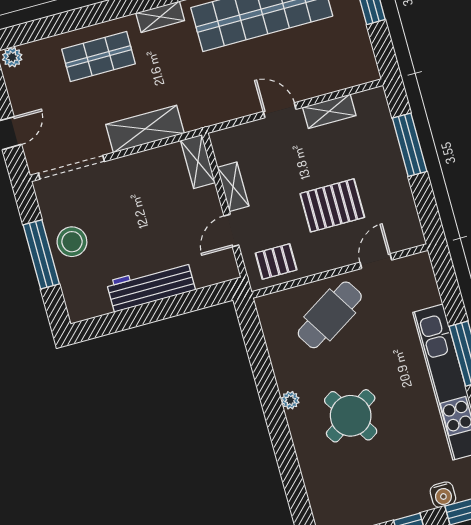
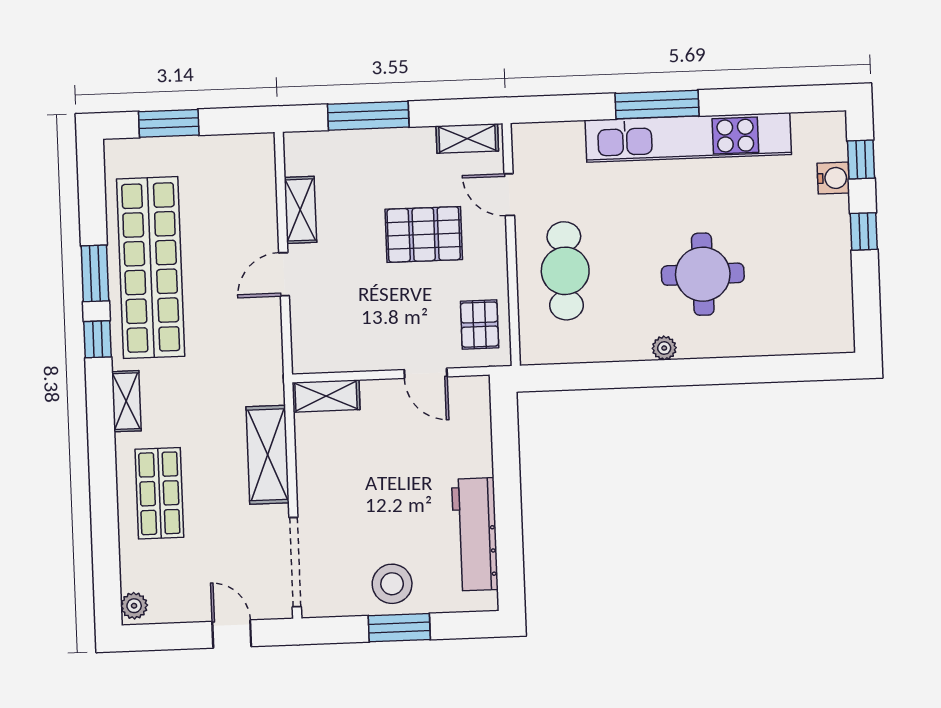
shelving: (233, 187) -> (467, 138), moved
pallet: (332, 205) -> (424, 234), turned 90
window: (41, 254) -> (399, 628), width x0.69
workbench: (151, 286) -> (475, 534), moved
cafe table: (330, 315) -> (565, 271), turned 32
round table: (351, 416) -> (703, 274), turned 33

